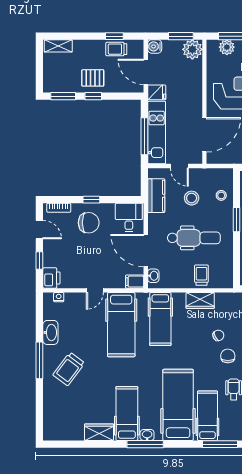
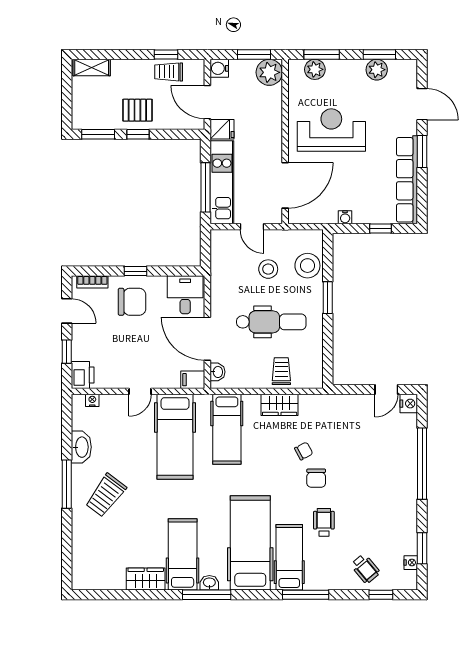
stool: (221, 195) -> (307, 266), width x1.89, depth x1.89
kitchen counter: (156, 196) -> (221, 266), removed
chair: (228, 356) -> (316, 478), turned 180

